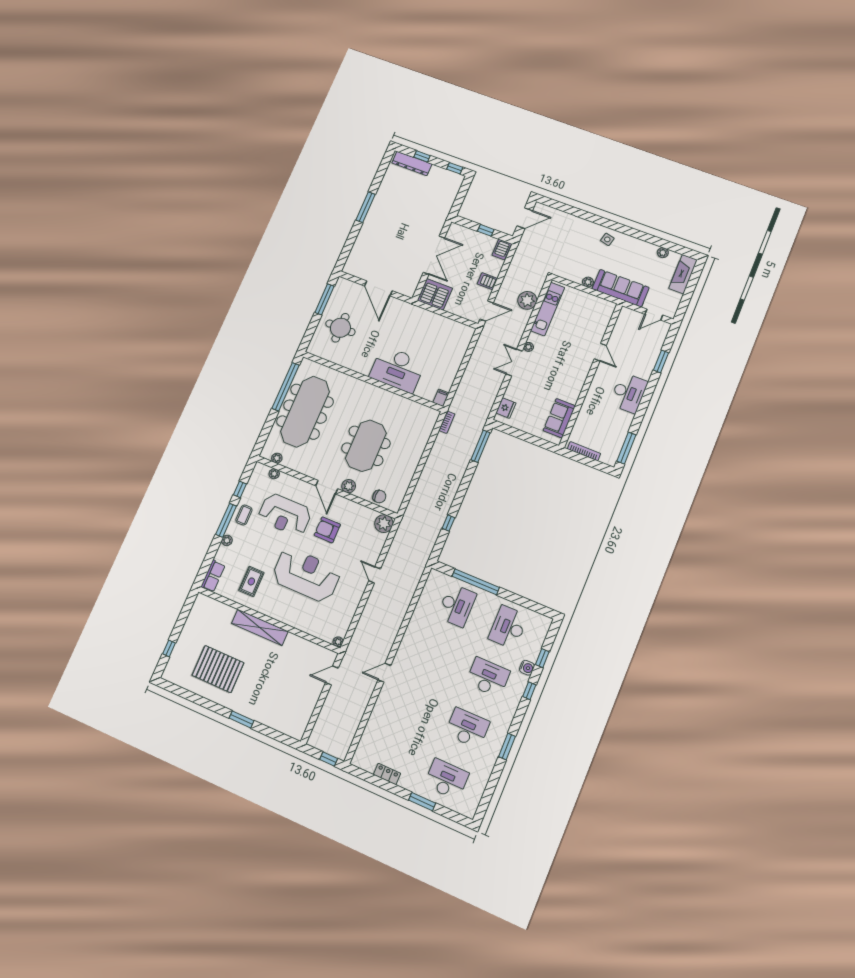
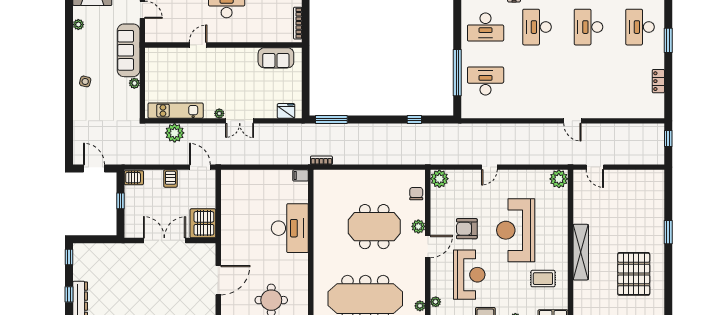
armchair: (327, 530) -> (467, 229), turned 90
plant: (338, 642) -> (559, 179), width x1.87, depth x1.87

